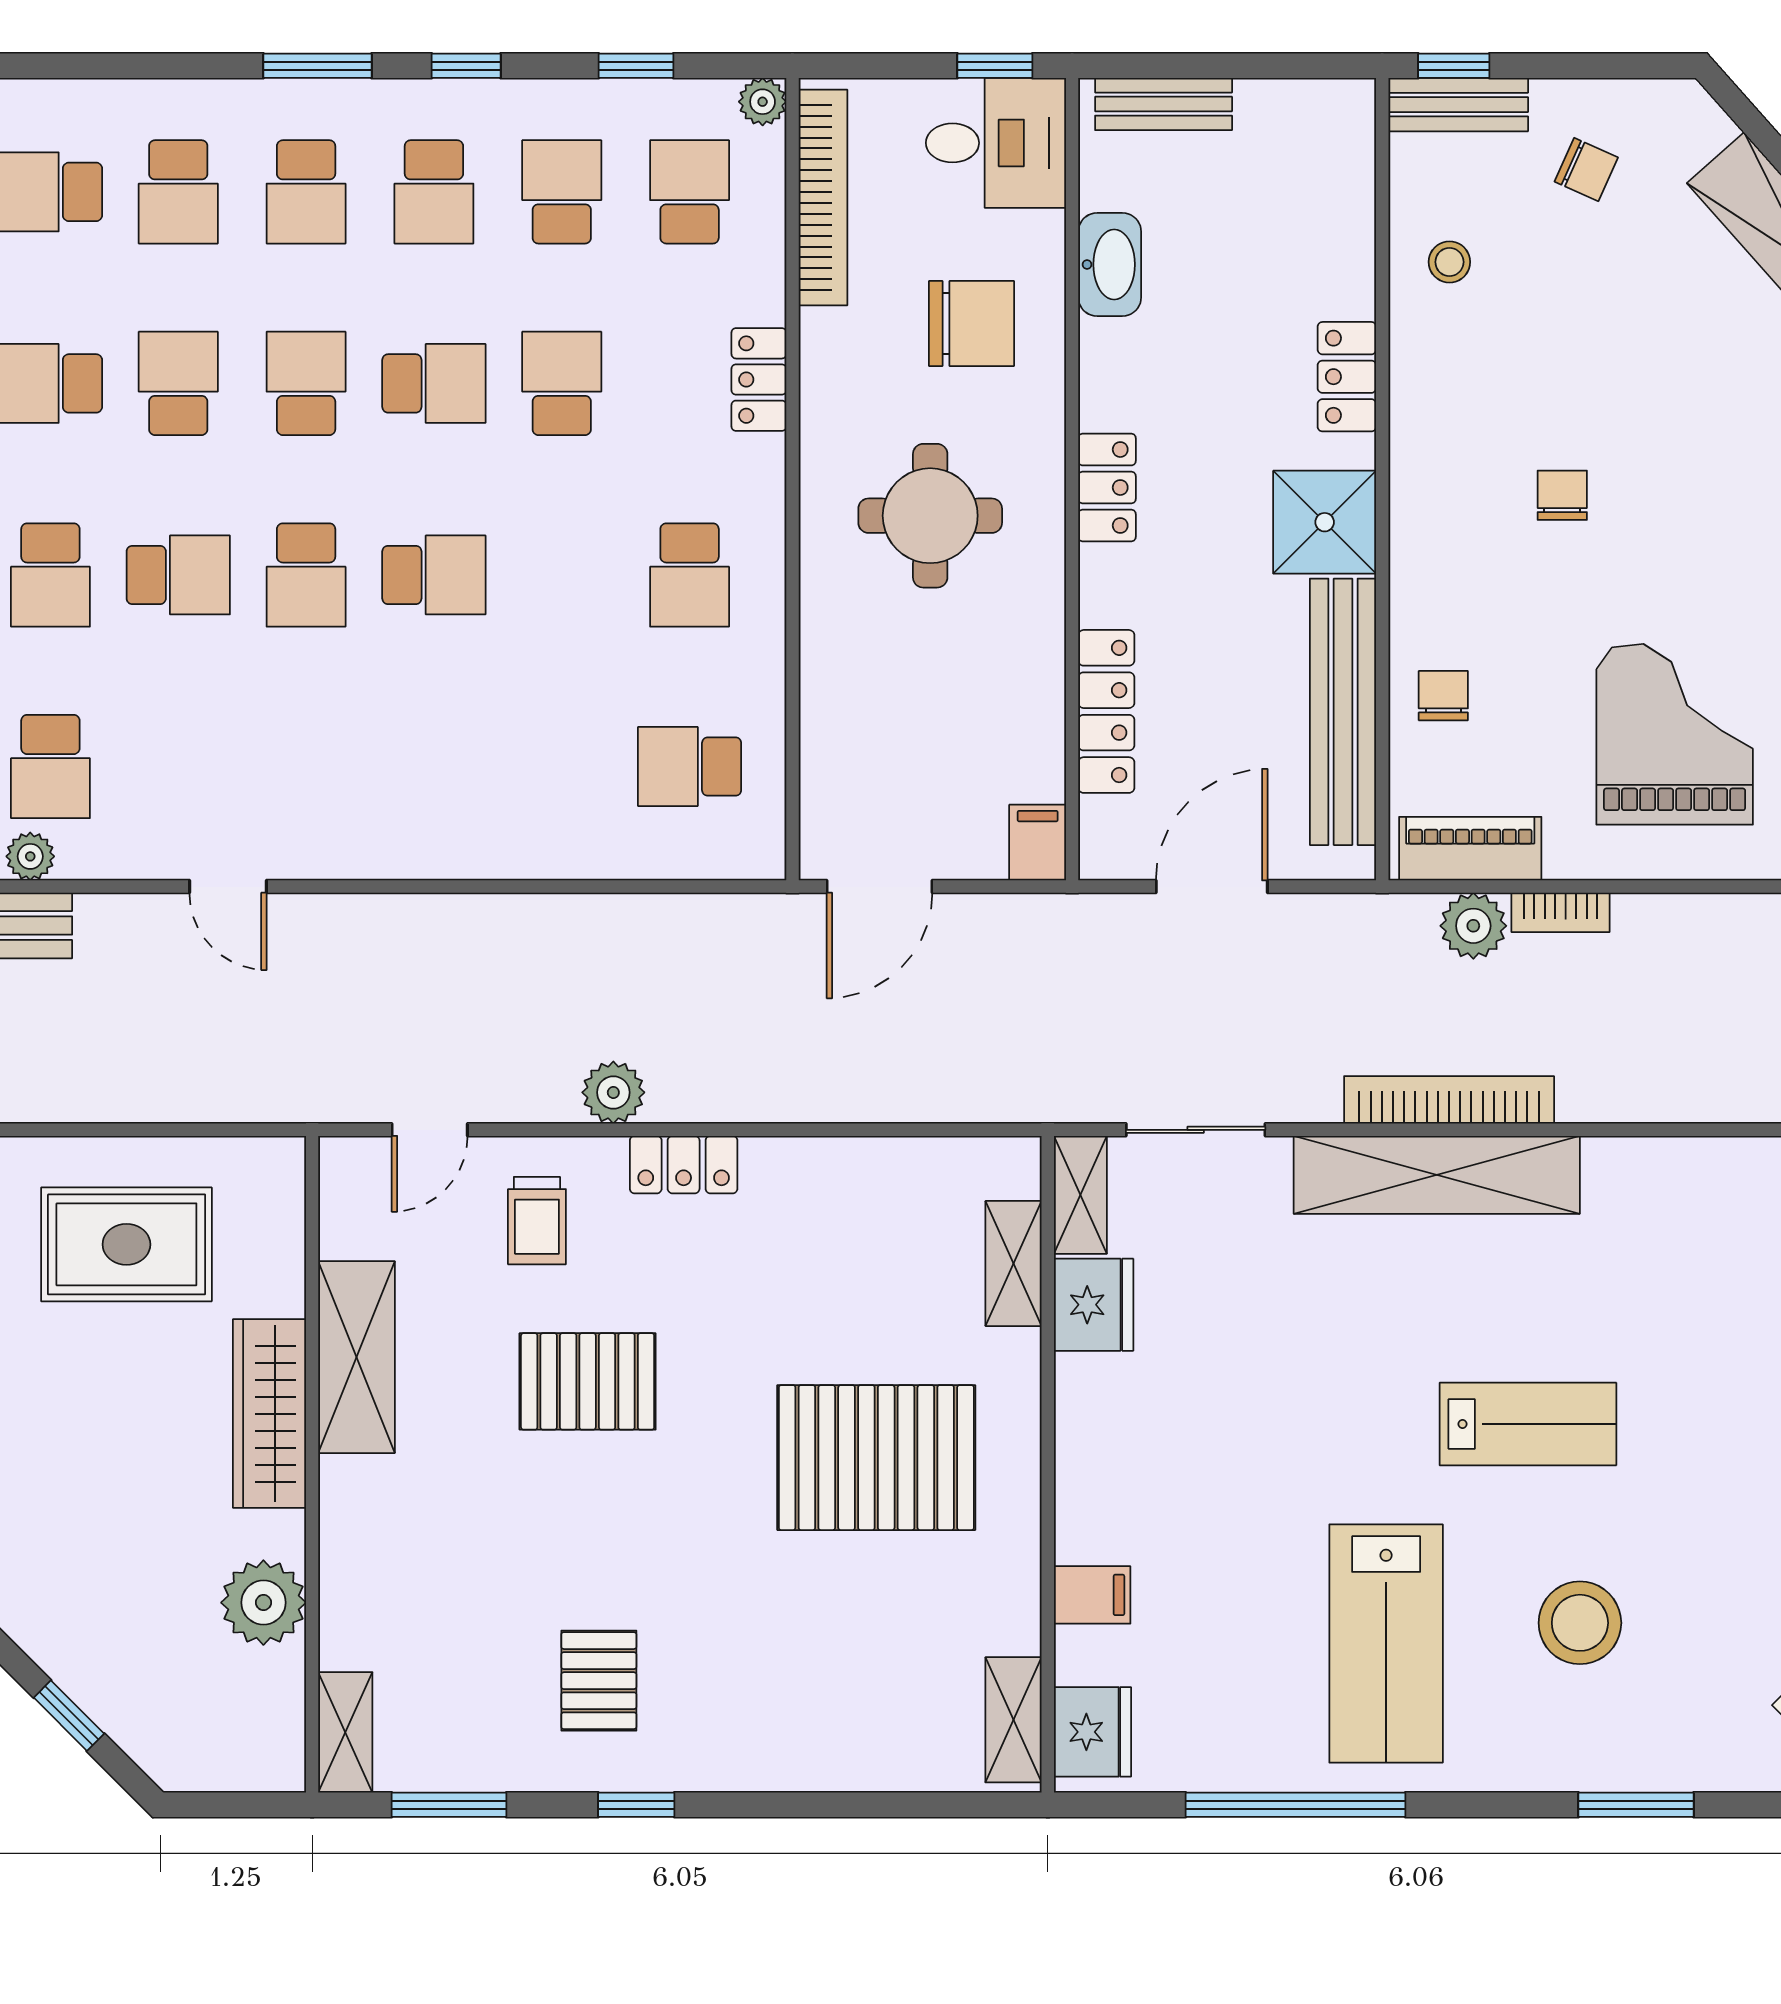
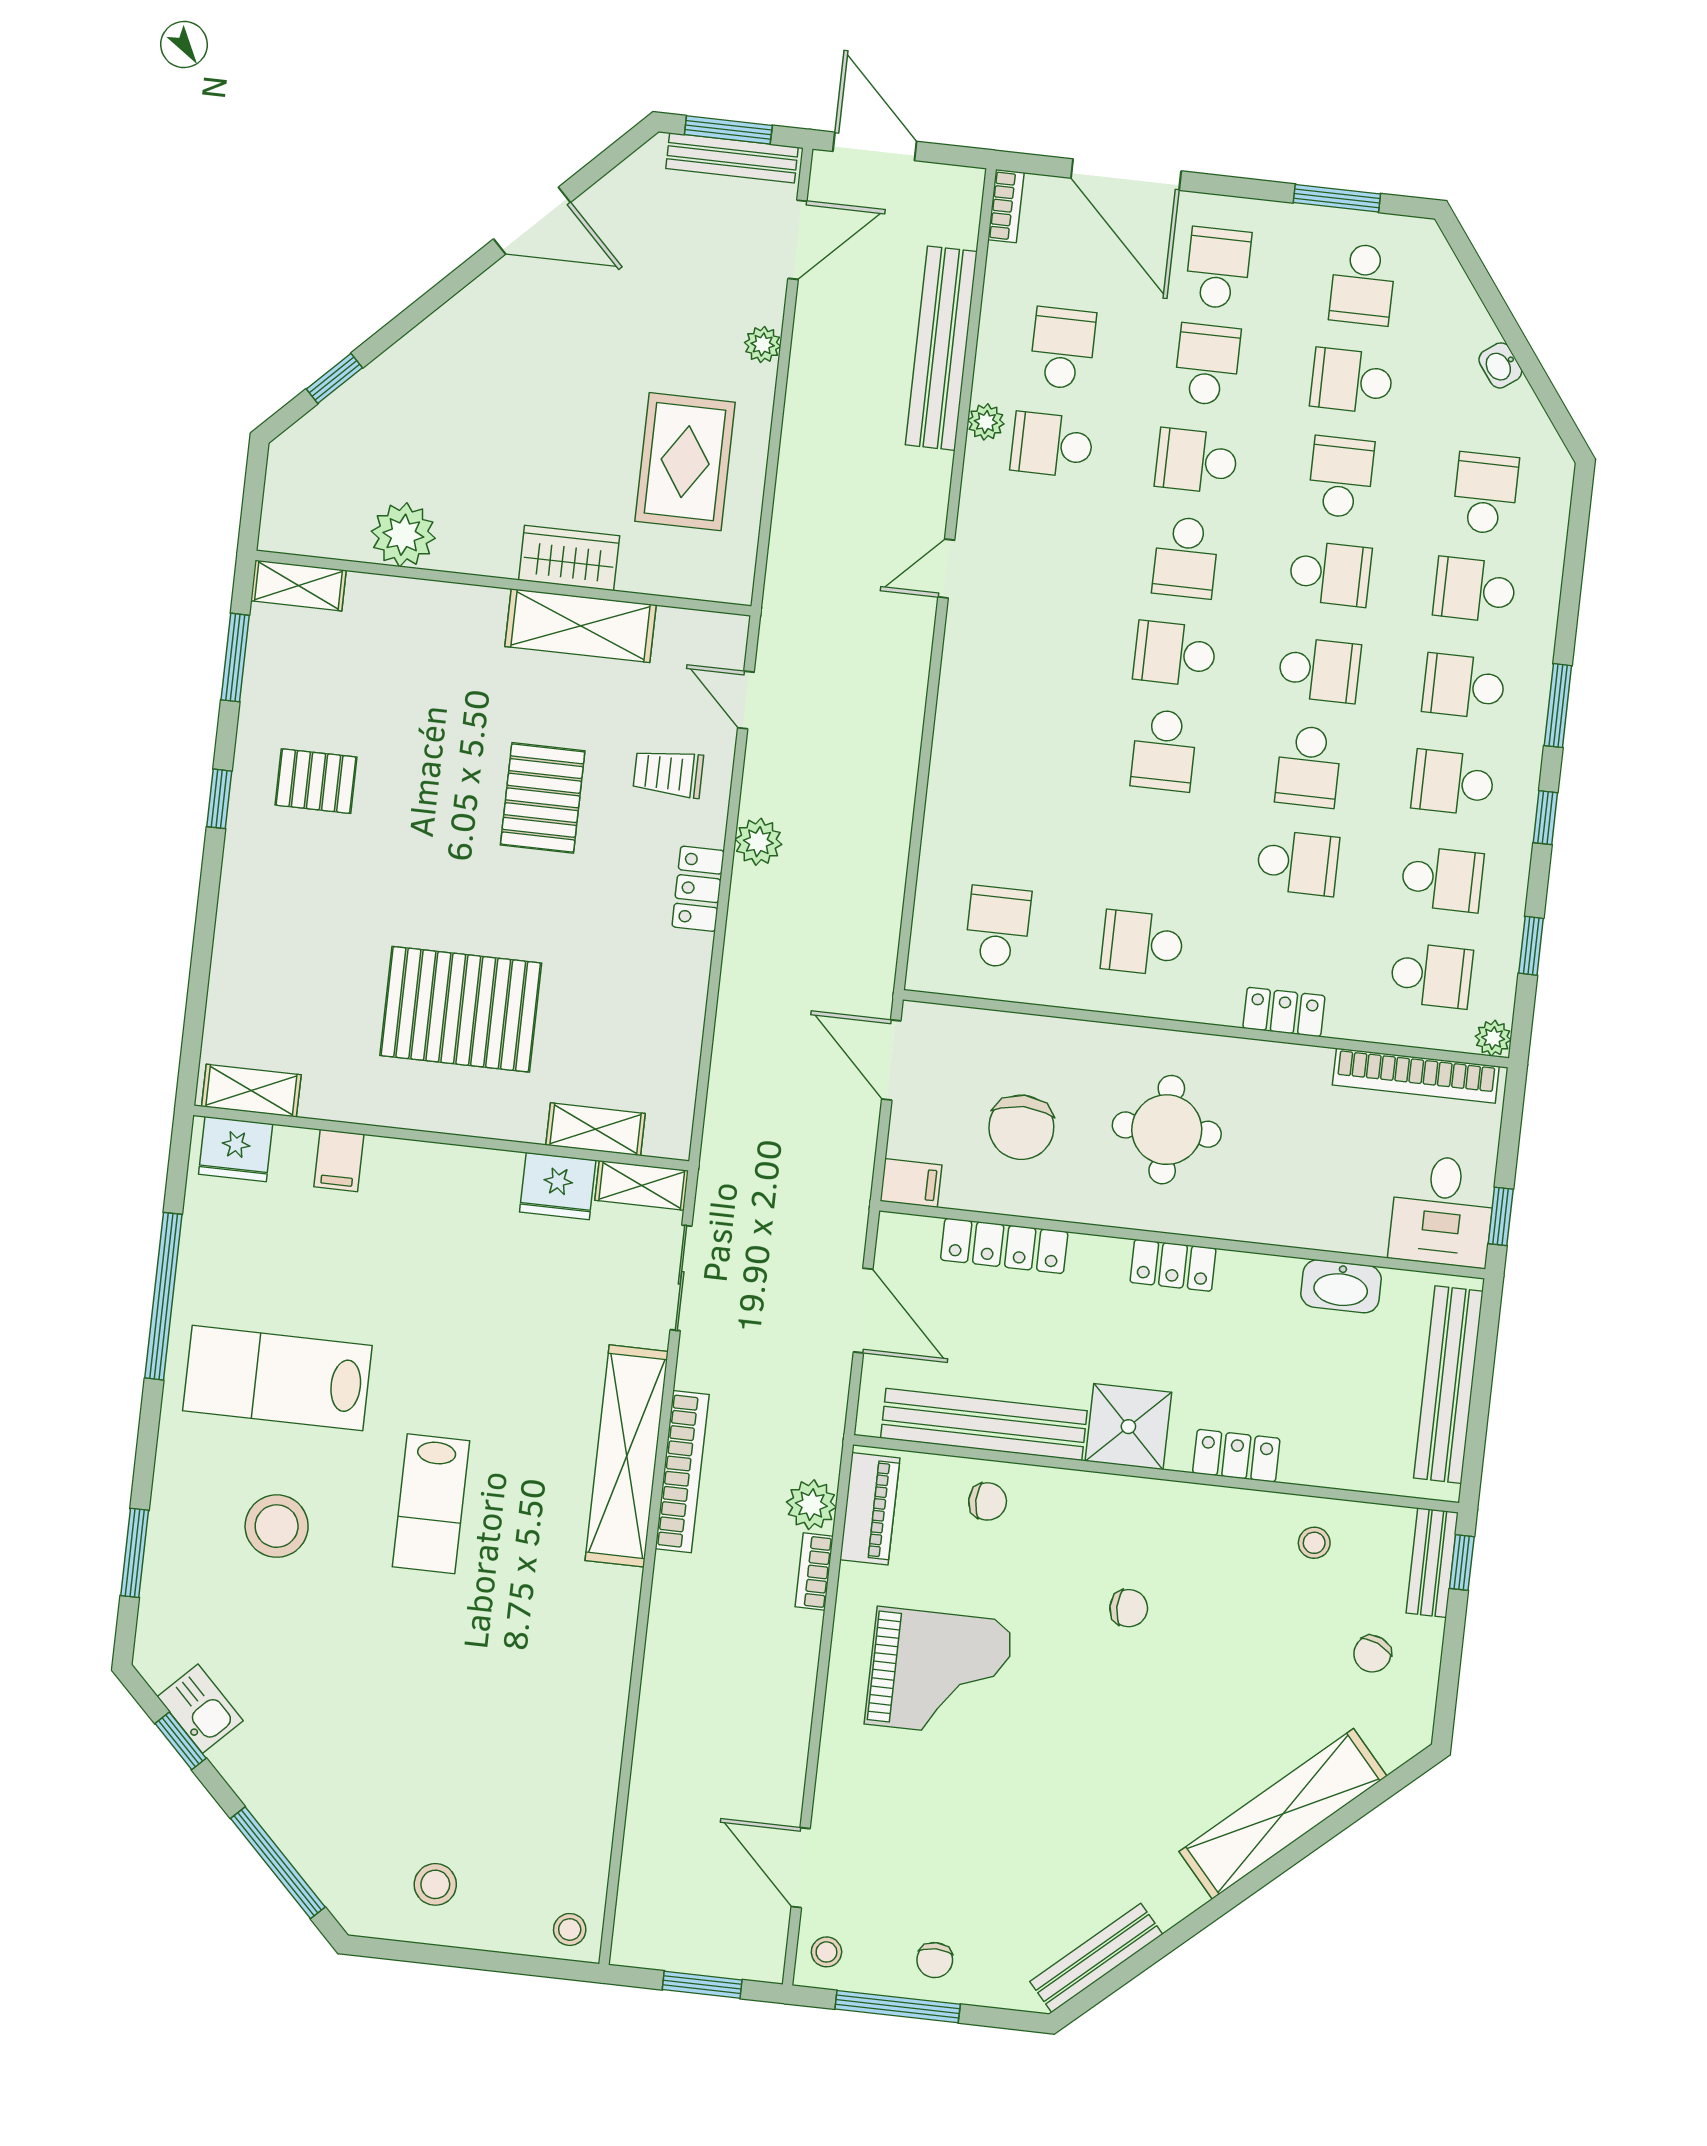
bench: (1164, 104) -> (1448, 1385), width x1.86, depth x1.21
chair: (972, 323) -> (1021, 1127), moved
wardrobe: (269, 1414) -> (569, 558), width x0.67
pallet: (876, 1458) -> (461, 1009), turned 90

